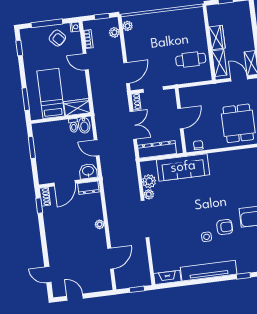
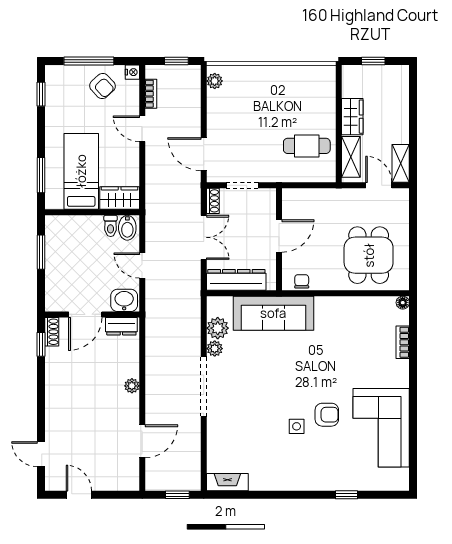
plant: (114, 32) -> (193, 88), removed
door: (127, 73) -> (204, 154), swing flipped
tv unit: (209, 271) -> (293, 480), removed

